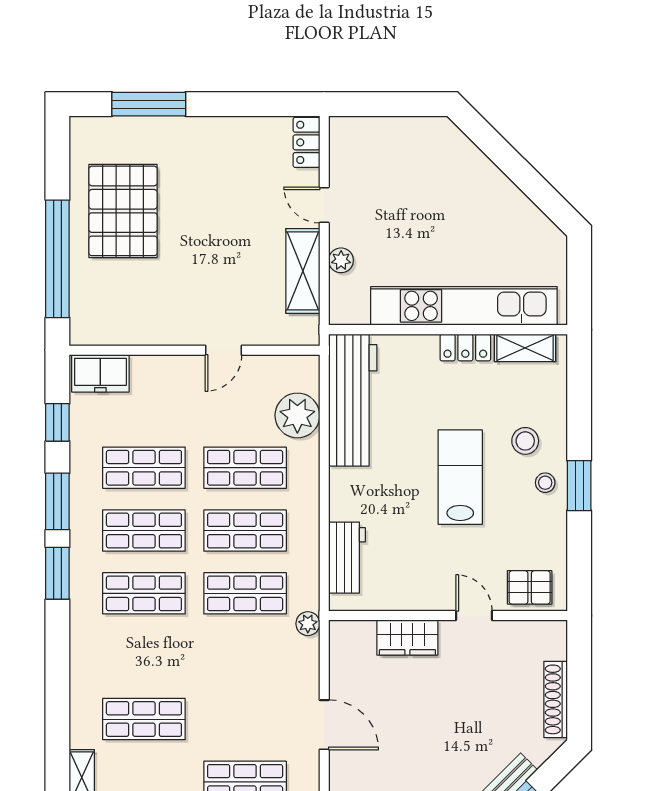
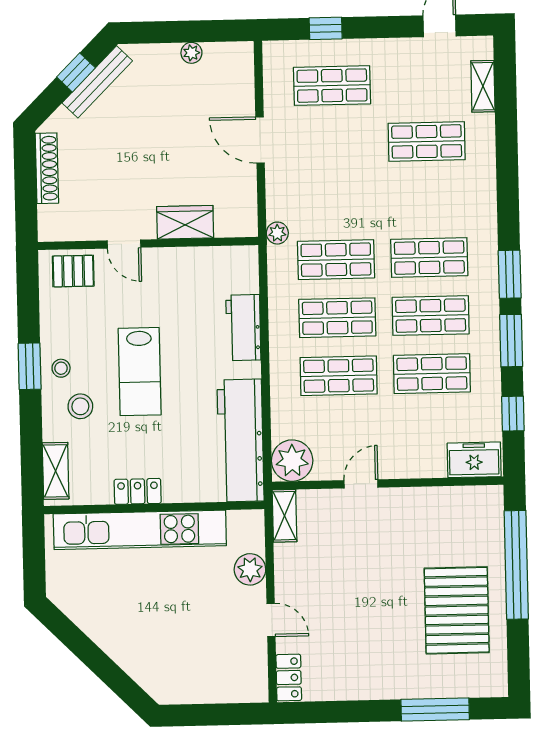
plant: (341, 260) -> (250, 569), width x1.38, depth x1.38
shelving: (303, 271) -> (284, 516), moved, width x0.67, depth x0.75
shelving: (525, 348) -> (56, 471), moved, turned 90
plant: (297, 415) -> (292, 461), moved
workbench: (347, 558) -> (243, 328), moved

